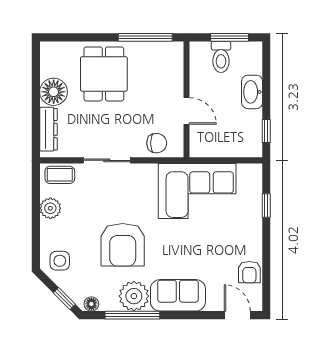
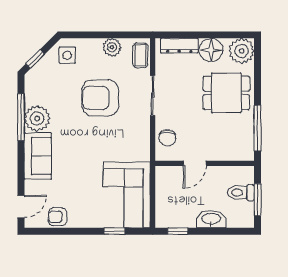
plant: (55, 56) -> (242, 51), added
corner sofa: (197, 191) -> (127, 195), moved
armchair: (123, 245) -> (100, 98), moved
floor lamp: (91, 304) -> (30, 82), removed

